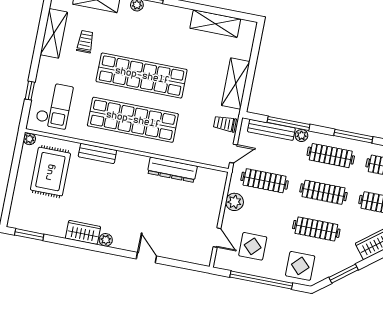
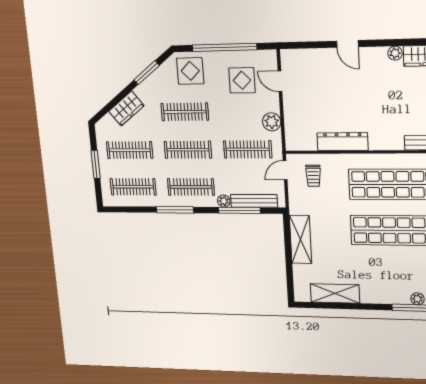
trolley: (225, 124) -> (313, 176), moved, turned 90

